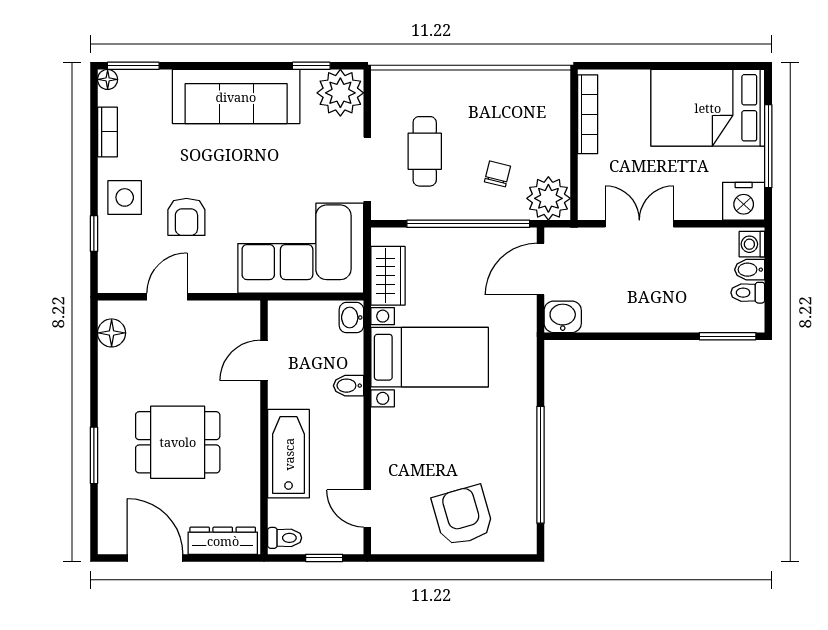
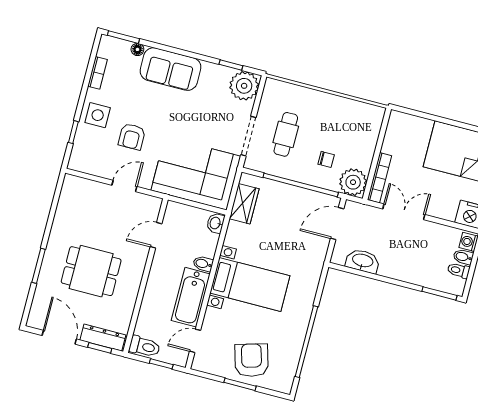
floor lamp: (108, 79) -> (137, 49), moved
sofa: (236, 97) -> (171, 69), width x0.73
bookcase: (588, 114) -> (379, 178), moved
chair: (497, 174) -> (326, 159), turned 76
door: (167, 297) -> (124, 186), moved
washbasin: (563, 317) -> (363, 261), moved, width x1.38
floor lamp: (112, 333) -> (68, 195), removed
bed with nightstands: (430, 357) -> (250, 284), moved
bathtub: (289, 454) -> (191, 297), moved, turned 180
door: (367, 508) -> (195, 341), hinge flipped
toilet: (285, 538) -> (145, 347), width x1.37, depth x1.39
window: (222, 558) -> (100, 348), added
window: (455, 558) -> (240, 384), added

